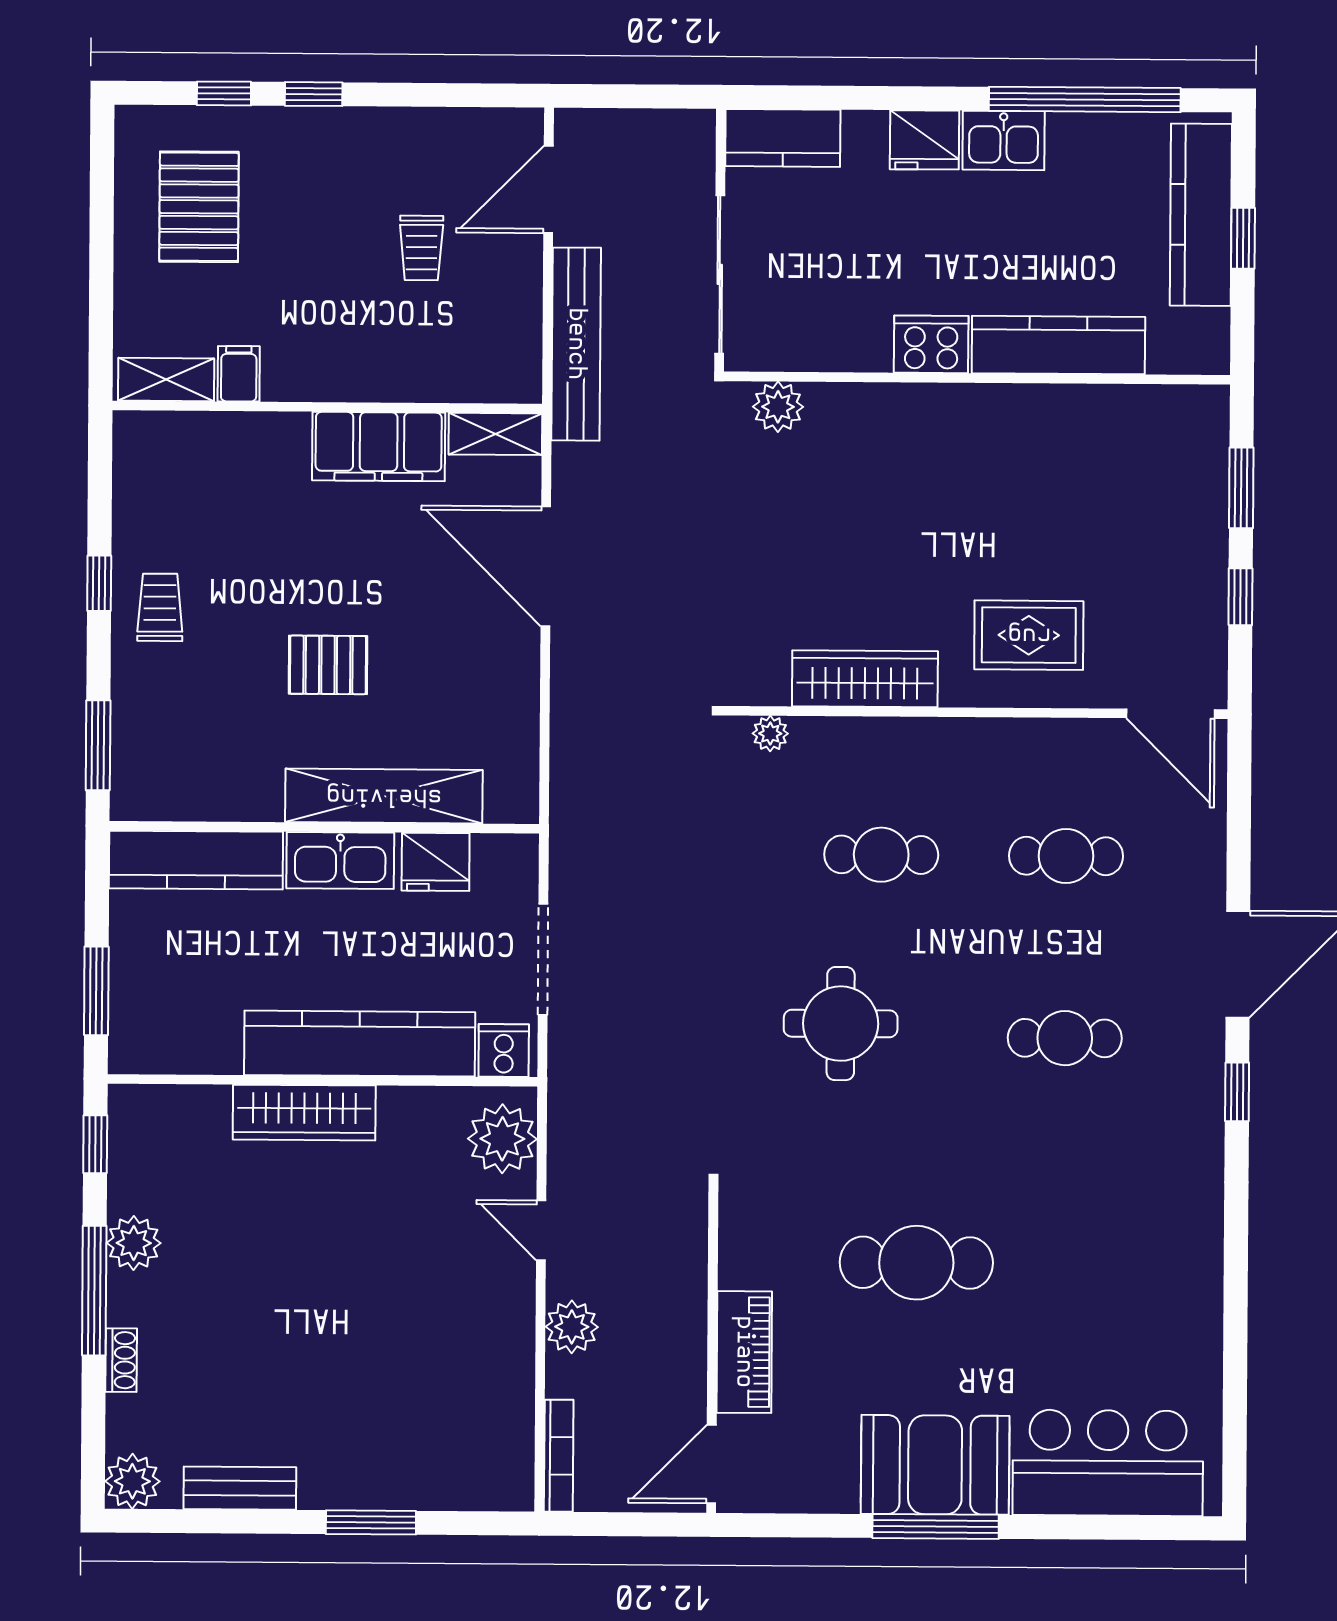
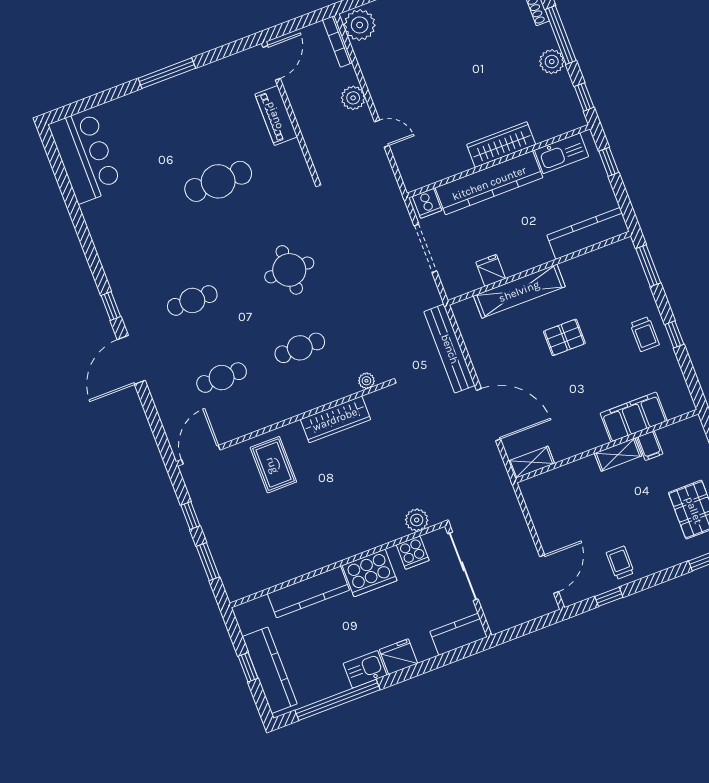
window: (314, 94) -> (609, 597), moved
trolley: (421, 248) -> (620, 563), moved
cooker: (812, 343) -> (413, 553), added
bench: (576, 344) -> (450, 349), moved
cooker: (931, 344) -> (370, 573), width x1.37, depth x1.31
shelving: (166, 380) -> (618, 455), moved
filing cabinet: (379, 446) -> (634, 417), moved
rug: (1029, 635) -> (273, 465), turned 90
door: (1170, 714) -> (201, 455), hinge flipped
kitchen sink: (340, 860) -> (561, 153), moved, turned 180
fridge: (436, 862) -> (491, 270), width x0.72
window: (96, 991) -> (609, 162), width x0.67
plant: (502, 1139) -> (360, 25), moved
bar counter: (1108, 1463) -> (85, 156), moved, turned -90
booth: (935, 1465) -> (177, 99), removed

